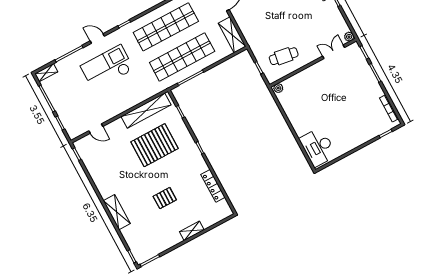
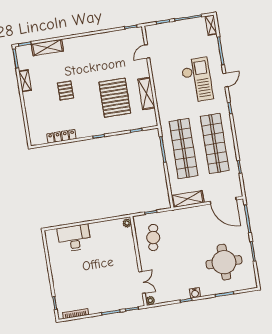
shelving: (146, 111) -> (146, 94), width x0.68
desk: (318, 147) -> (74, 238), moved
shelving: (117, 212) -> (47, 48), moved
shelving: (192, 231) -> (25, 81), moved

